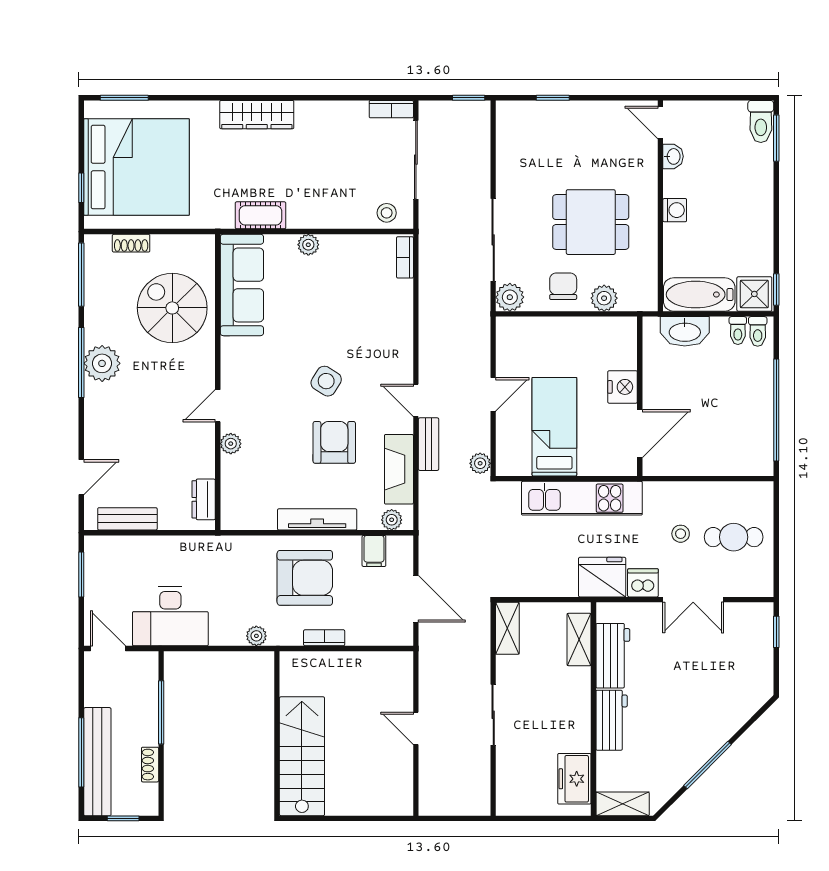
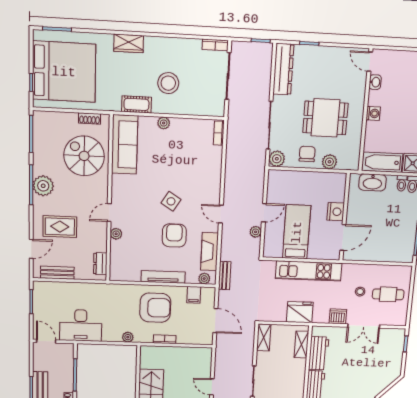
wardrobe: (257, 115) -> (129, 43), width x0.67
dresser: (511, 143) -> (283, 69), added
stool: (387, 213) -> (168, 83), moved, width x1.89, depth x1.89
shoe rack: (131, 243) -> (90, 118), moved
rug: (131, 435) -> (60, 227), added
bench: (429, 444) -> (225, 276), moved
plant: (480, 463) -> (256, 232), moved
fridge: (602, 577) -> (300, 312), moved

